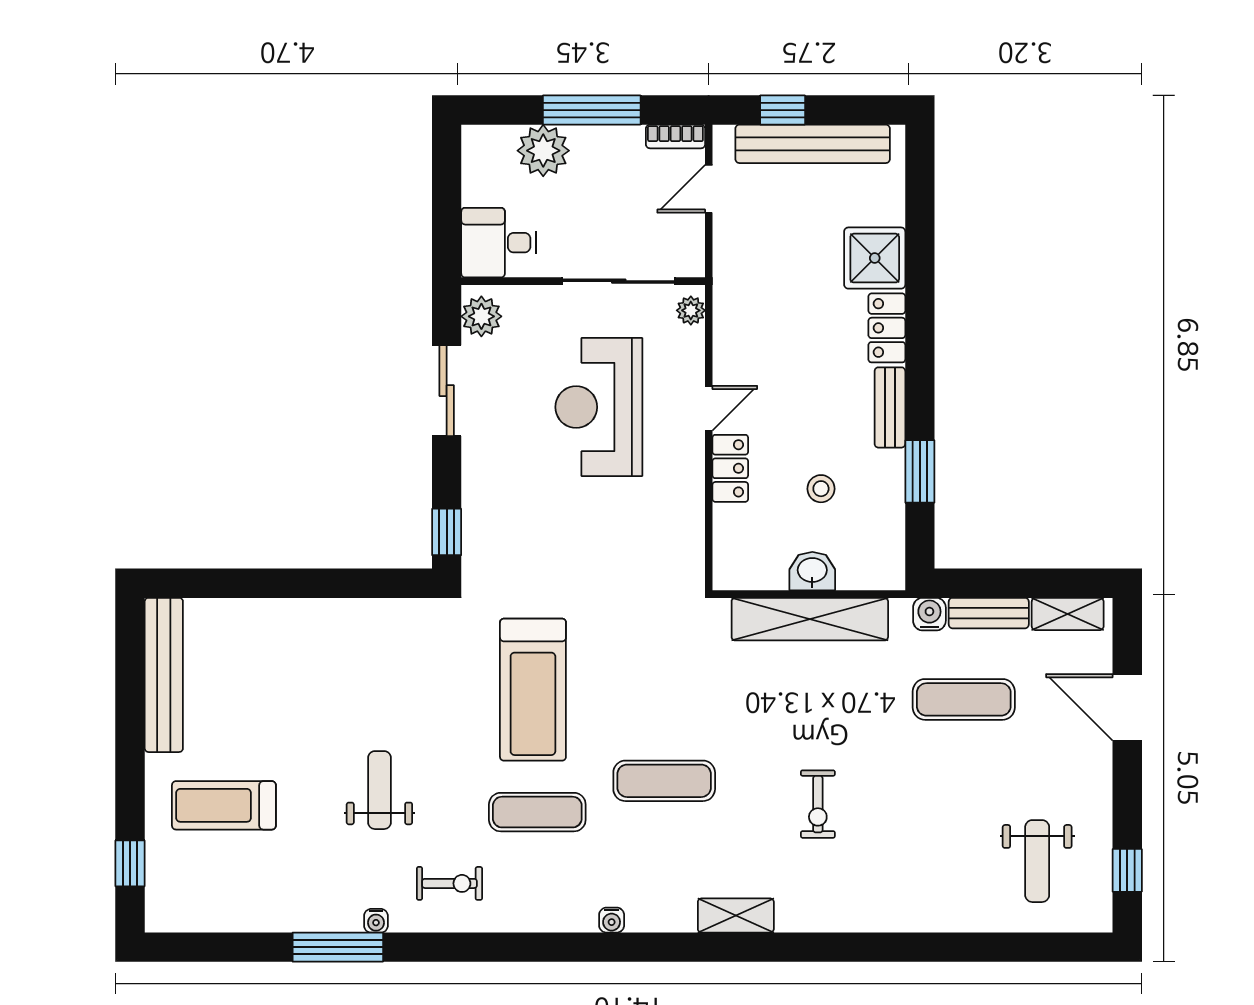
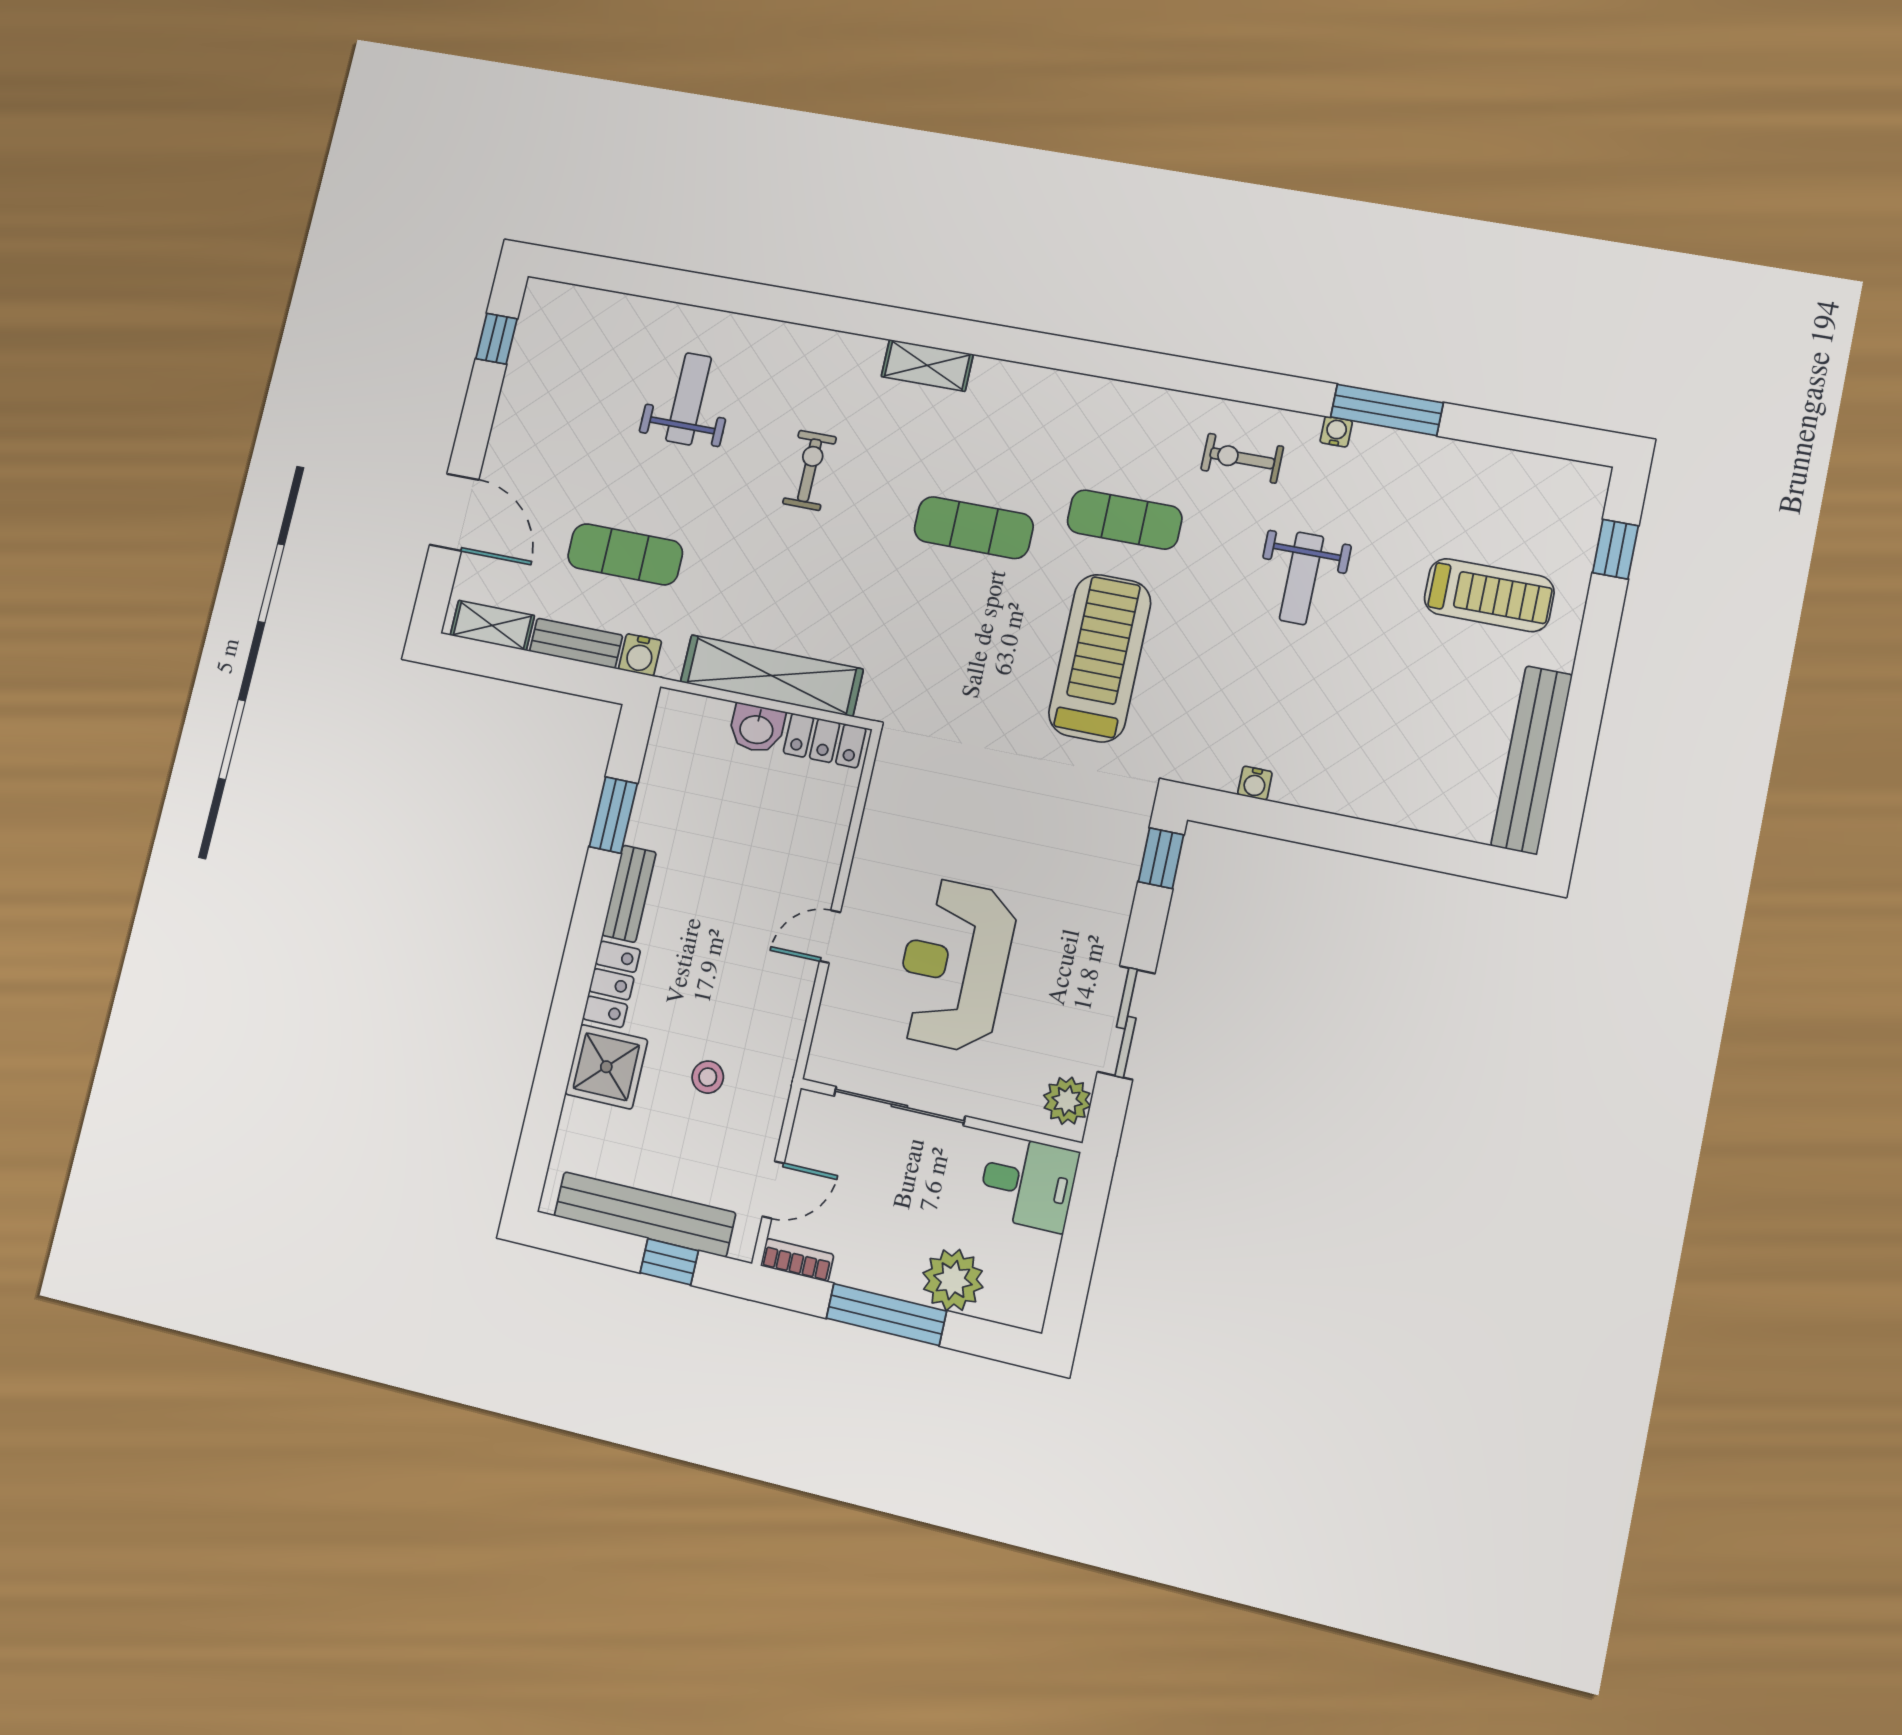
plant: (691, 310) -> (825, 1053), removed
reception desk: (599, 407) -> (954, 965), turned 180
locker: (730, 468) -> (825, 741), moved, turned -90
stool: (821, 489) -> (708, 1077), moved
weight bench: (1037, 861) -> (689, 399), moved
water cooler: (612, 920) -> (1255, 783), moved, turned 180

